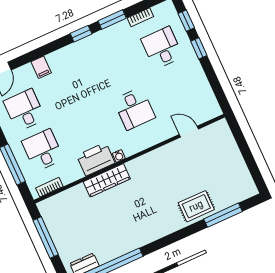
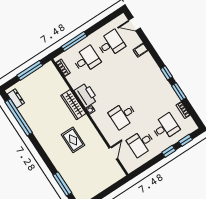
desk: (180, 88) -> (141, 143), added
rug: (196, 206) -> (73, 140), moved

